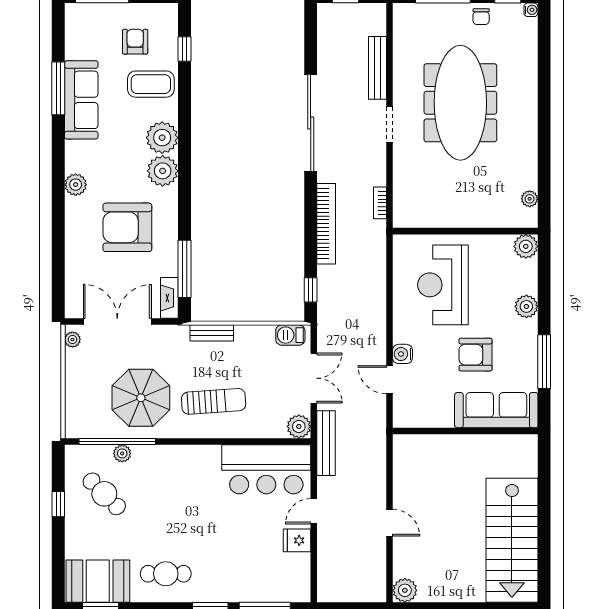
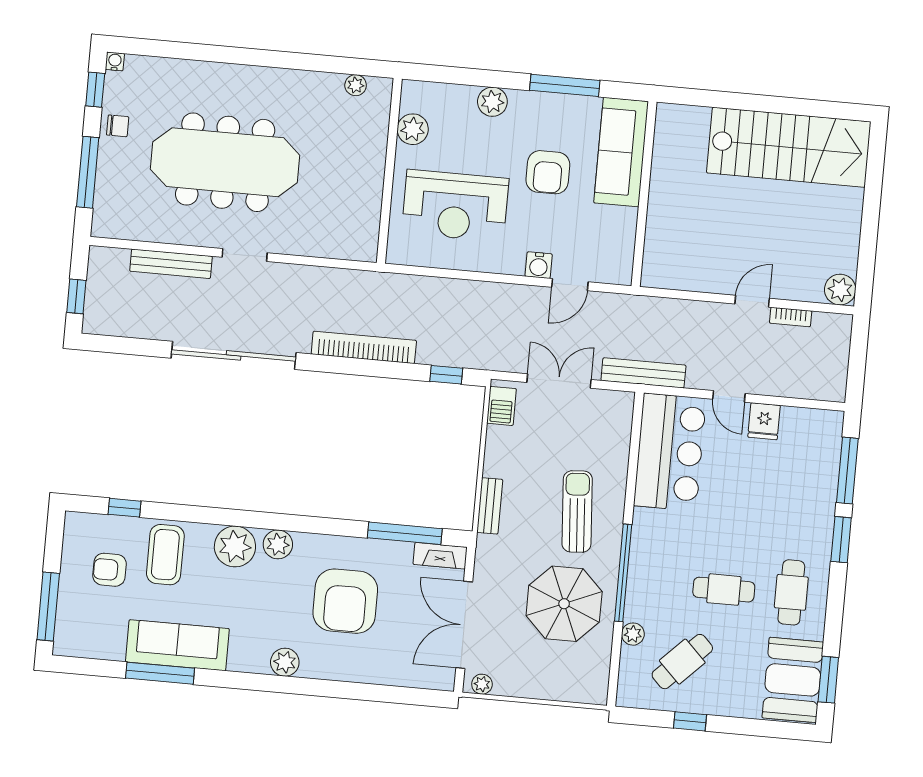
plant: (163, 171) -> (278, 544), width x0.73, depth x0.73
bookcase: (380, 203) -> (791, 317), moved
plant: (526, 246) -> (413, 129), moved
plant: (299, 426) -> (619, 406), removed
window: (117, 441) -> (623, 573), moved
cafe table: (163, 521) -> (724, 590), added

